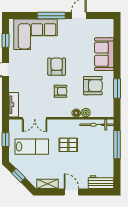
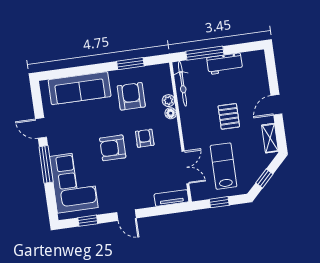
sofa: (104, 54) -> (80, 88), width x1.36
pallet: (68, 145) -> (229, 116), moved
workbench: (101, 182) -> (225, 64), moved, turned -90

